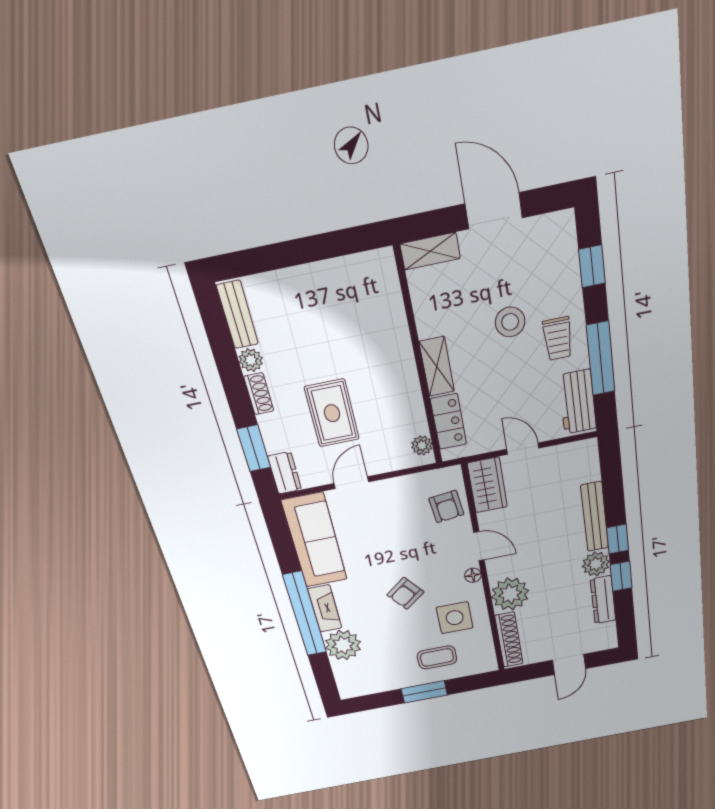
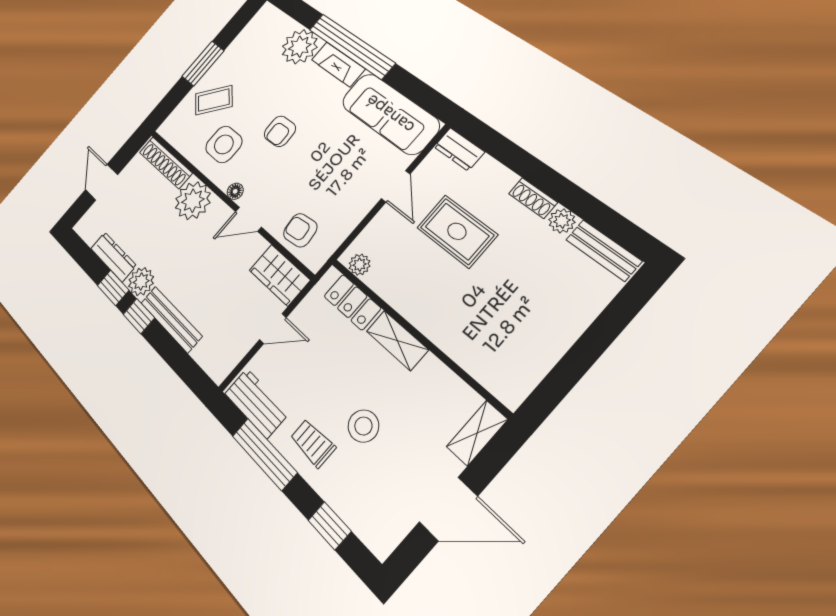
window: (254, 448) -> (502, 149), removed
armchair: (405, 593) -> (280, 131), turned -144
coffee table: (437, 657) -> (214, 100), turned 43

